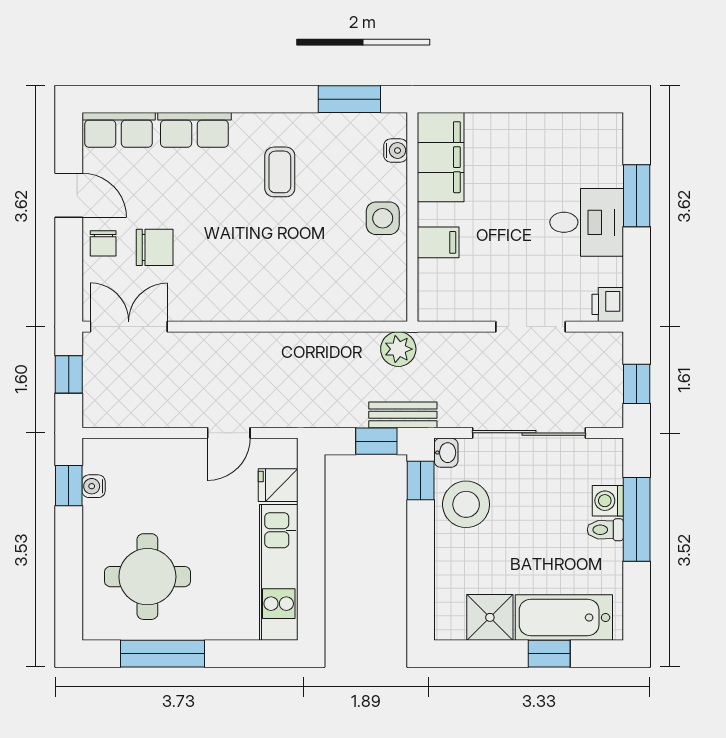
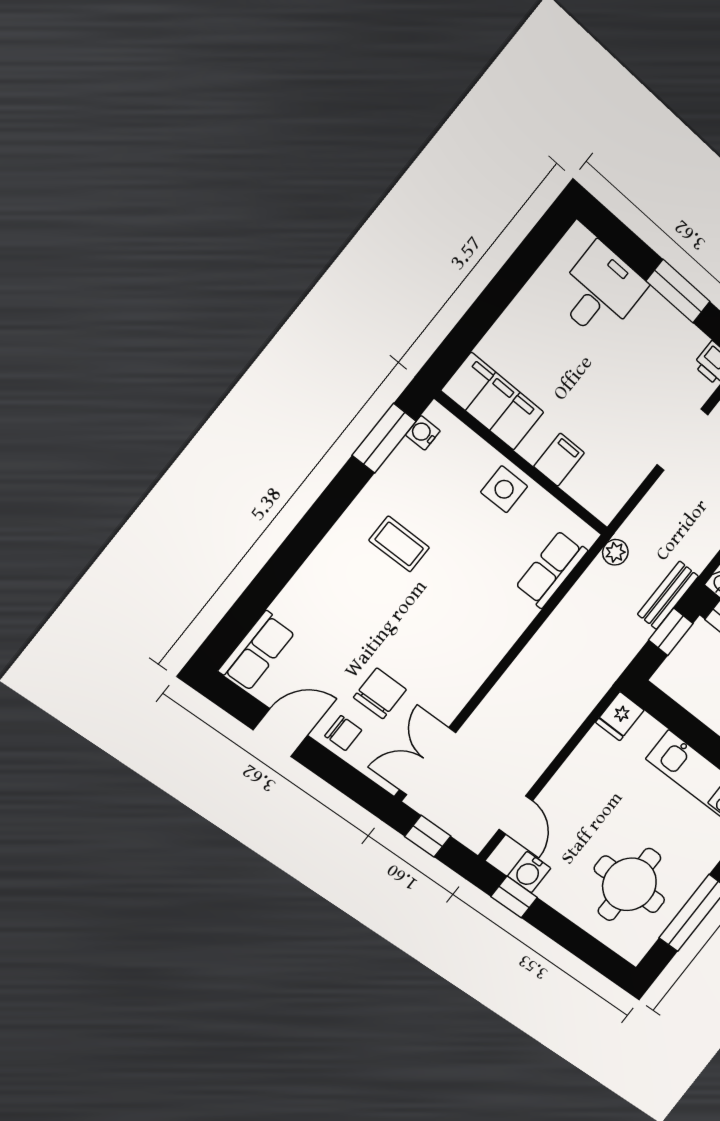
row of seats: (194, 130) -> (551, 569), moved, turned 180
water cooler: (396, 150) -> (423, 433), moved, turned -90
window: (637, 196) -> (678, 291), moved
desk: (587, 222) -> (600, 291), moved
plant: (398, 349) -> (615, 552), width x0.73, depth x0.73
door: (229, 433) -> (516, 815), moved
fridge: (278, 485) -> (620, 716), moved
water cooler: (94, 486) -> (529, 872), width x1.38, depth x1.38

